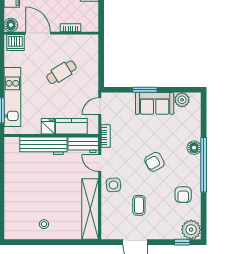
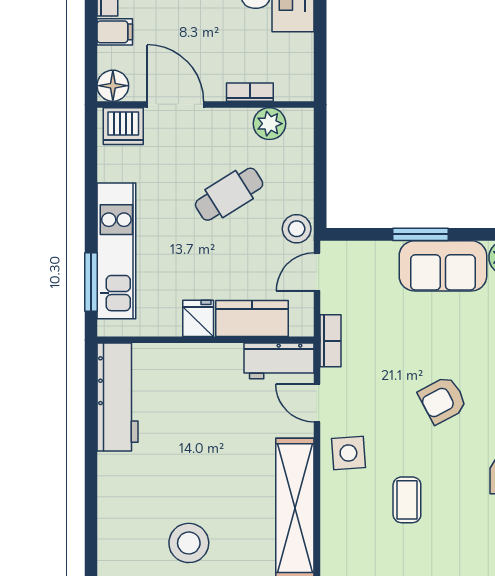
plant: (79, 41) -> (269, 124), added
stool: (91, 87) -> (297, 229), added
workbench: (43, 146) -> (118, 397), moved, turned -90
stool: (44, 224) -> (189, 543), width x1.89, depth x1.89

